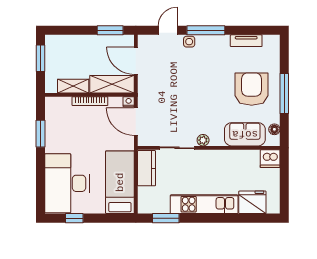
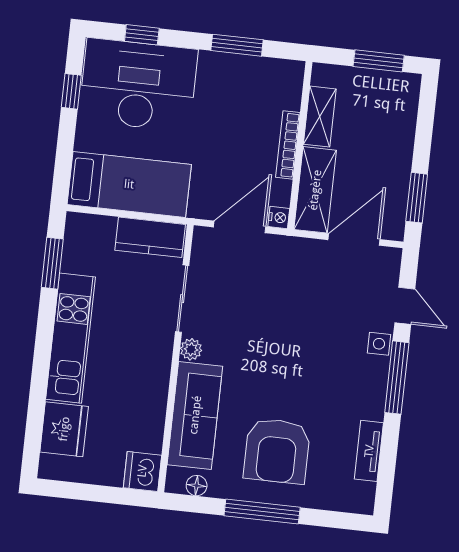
armchair: (252, 89) -> (277, 451), turned 90
sofa: (245, 134) -> (195, 415), width x1.36
window: (40, 184) -> (142, 35), added

